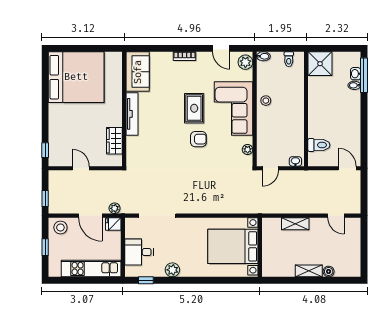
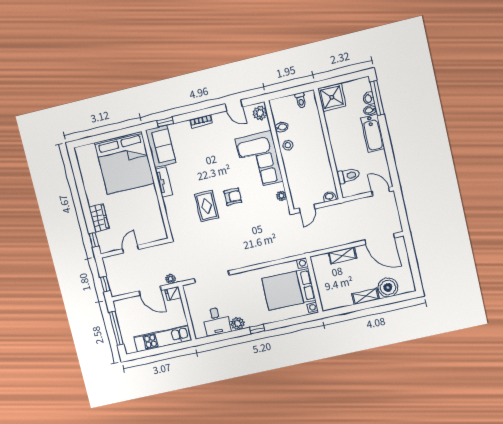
window: (148, 48) -> (165, 122), added
bidet: (263, 56) -> (281, 127), moved
bed: (76, 77) -> (125, 163), moved, turned 90
rug: (194, 108) -> (207, 206), moved
bathtub: (352, 109) -> (373, 133), added
tv unit: (132, 114) -> (164, 182), width x0.71
wardrobe: (114, 141) -> (99, 218), moved, turned 180
door: (81, 168) -> (131, 249), hinge flipped
door: (336, 216) -> (380, 239), width x1.87
stool: (60, 227) -> (126, 307), removed
window: (45, 247) -> (116, 328), width x2.17
desk: (139, 252) -> (216, 321), moved, turned -90
boiler: (329, 272) -> (388, 287), width x1.86, depth x1.86
window: (146, 280) -> (257, 329), moved

